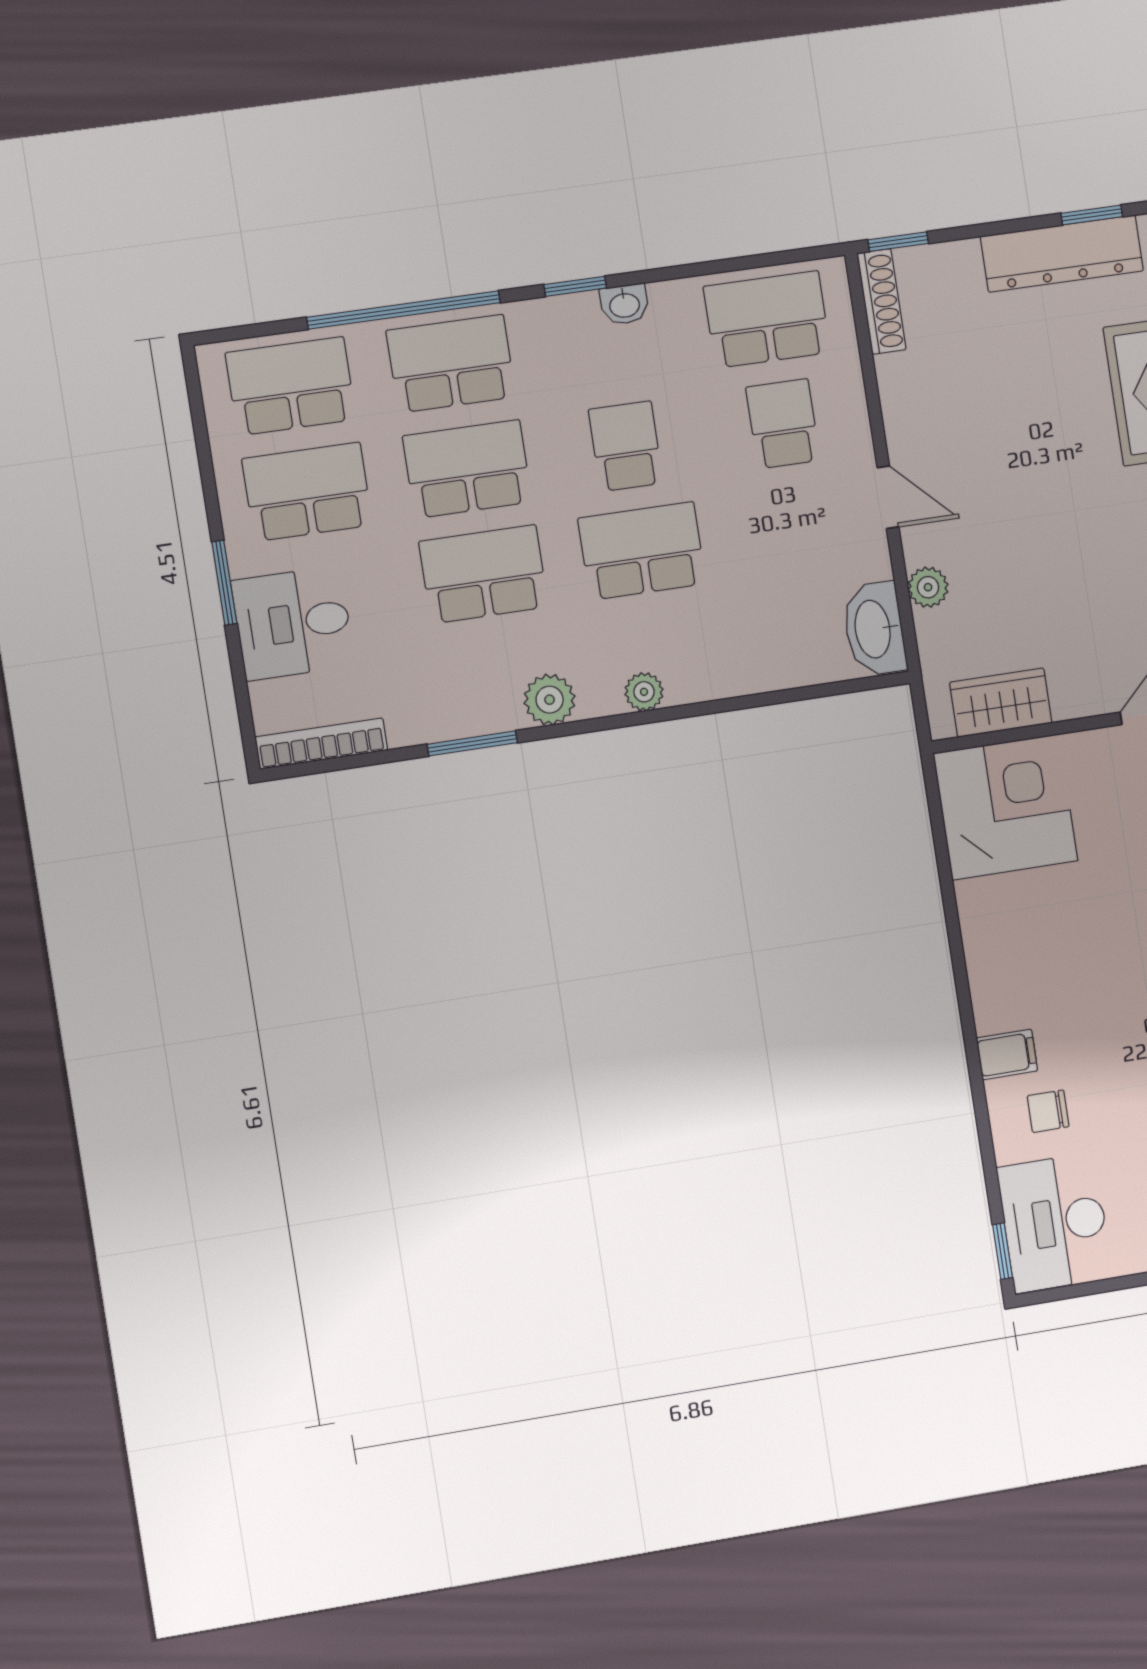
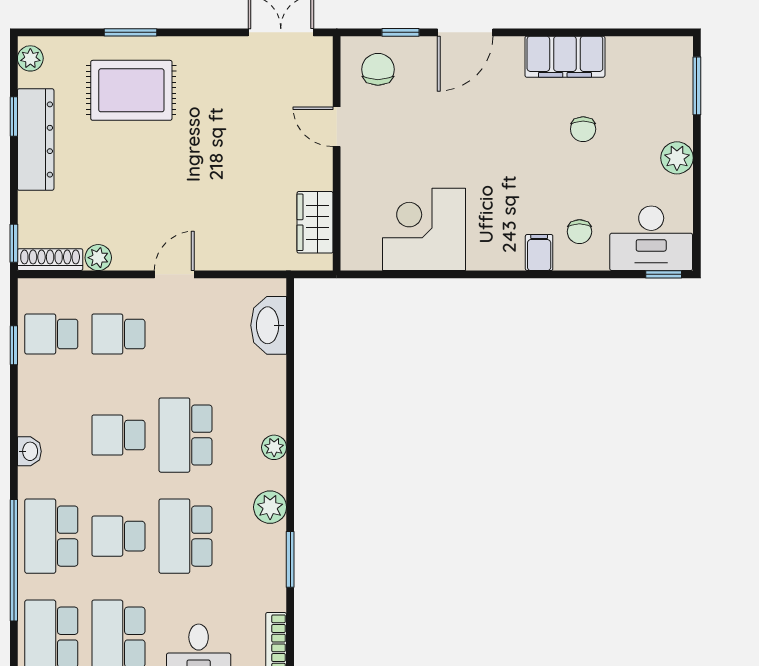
window: (575, 286) -> (14, 345), moved
washbasin: (624, 304) -> (29, 451), moved
school desk: (767, 319) -> (51, 334), width x0.54
school desk: (467, 469) -> (118, 536), width x0.54
plant: (928, 587) -> (98, 258), moved
washbasin: (874, 629) -> (269, 325), moved, turned 90
corner desk: (1005, 807) -> (424, 229), moved

